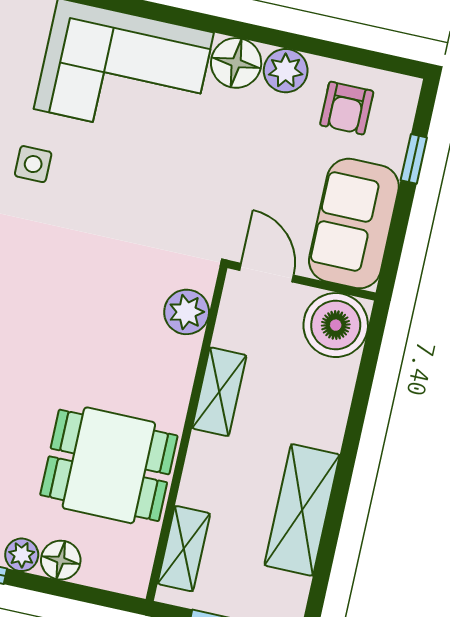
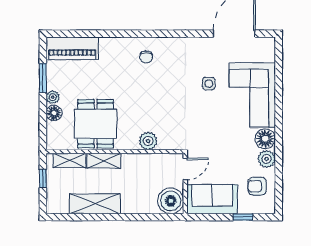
side table: (33, 164) -> (209, 84), moved
plant: (187, 312) -> (148, 141), moved
shelving: (219, 392) -> (104, 161), moved

